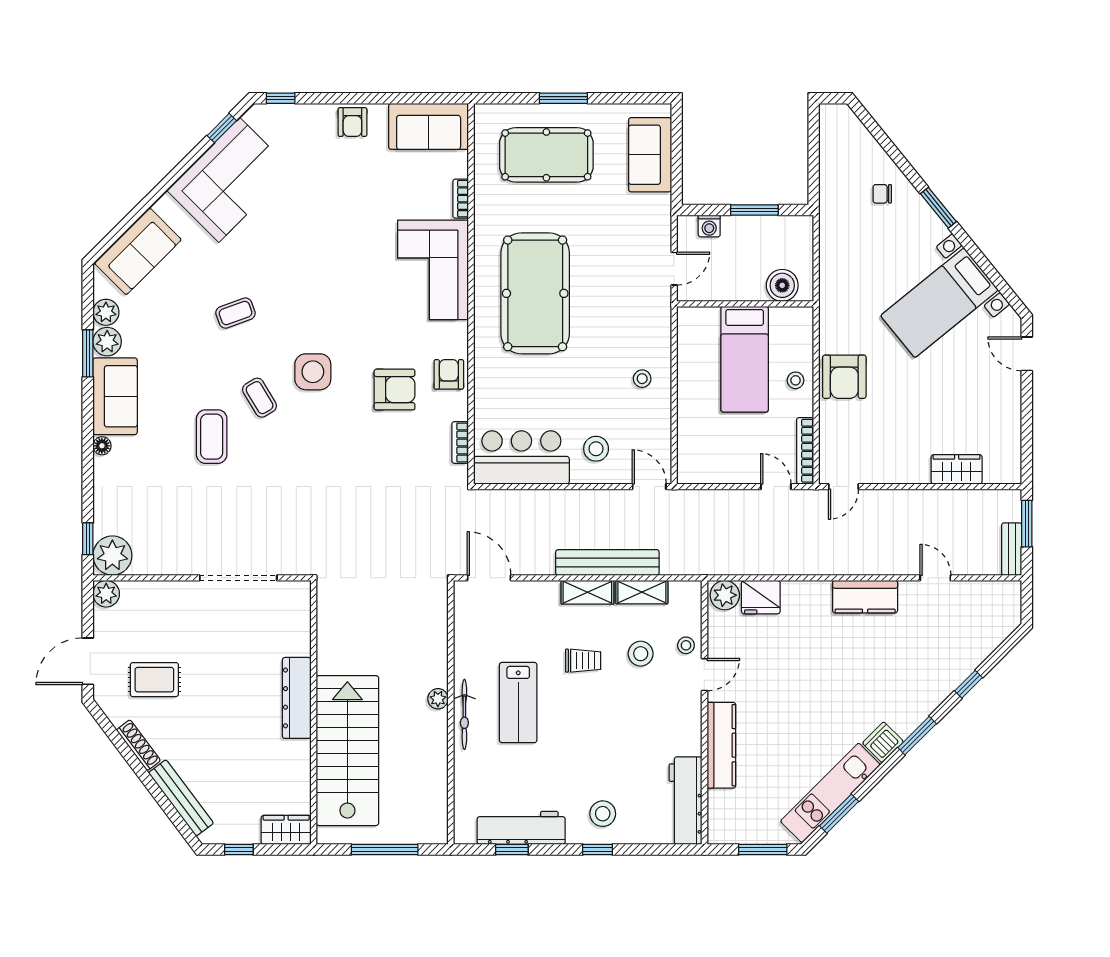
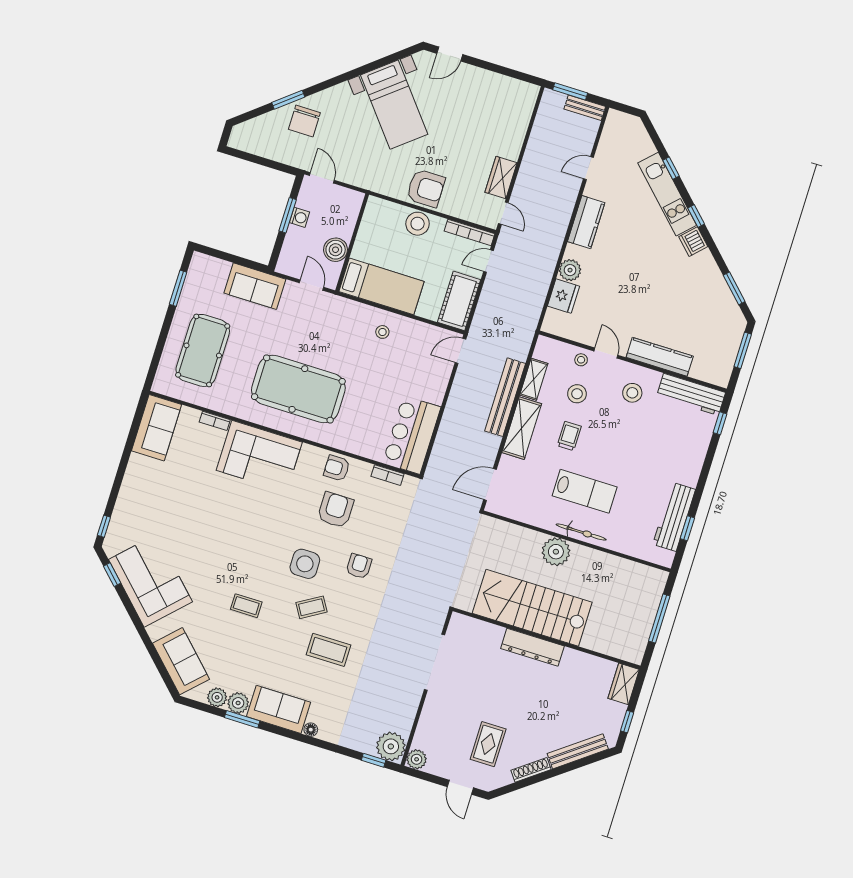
window: (563, 98) -> (178, 288), moved
armchair: (352, 122) -> (359, 566), moved, turned -90
sofa: (650, 155) -> (255, 286), moved
chair: (882, 194) -> (304, 121), width x1.87, depth x1.87
window: (938, 208) -> (288, 100), moved
washing machine: (709, 226) -> (299, 217), moved
door: (816, 239) -> (322, 178), added
boiler: (782, 285) -> (336, 250), moved
coffee table: (236, 313) -> (246, 606), turned -70
bed: (745, 359) -> (382, 286), moved
stool: (796, 380) -> (418, 224), width x1.89, depth x1.89
stool: (596, 449) -> (422, 380), removed
cot: (713, 465) -> (459, 301), added
wardrobe: (957, 469) -> (501, 177), moved
shelving: (587, 592) -> (522, 428), width x1.50, depth x1.33
plant: (725, 595) -> (570, 270), moved
door: (88, 661) -> (460, 787), width x0.73
plant: (438, 699) -> (556, 552), width x1.88, depth x1.88
window: (917, 736) -> (696, 216), width x0.67
stairs: (347, 751) -> (532, 608), moved
kitchen unit: (830, 793) -> (667, 194), moved
stool: (603, 814) -> (632, 393), moved
window: (597, 849) -> (720, 423), moved

